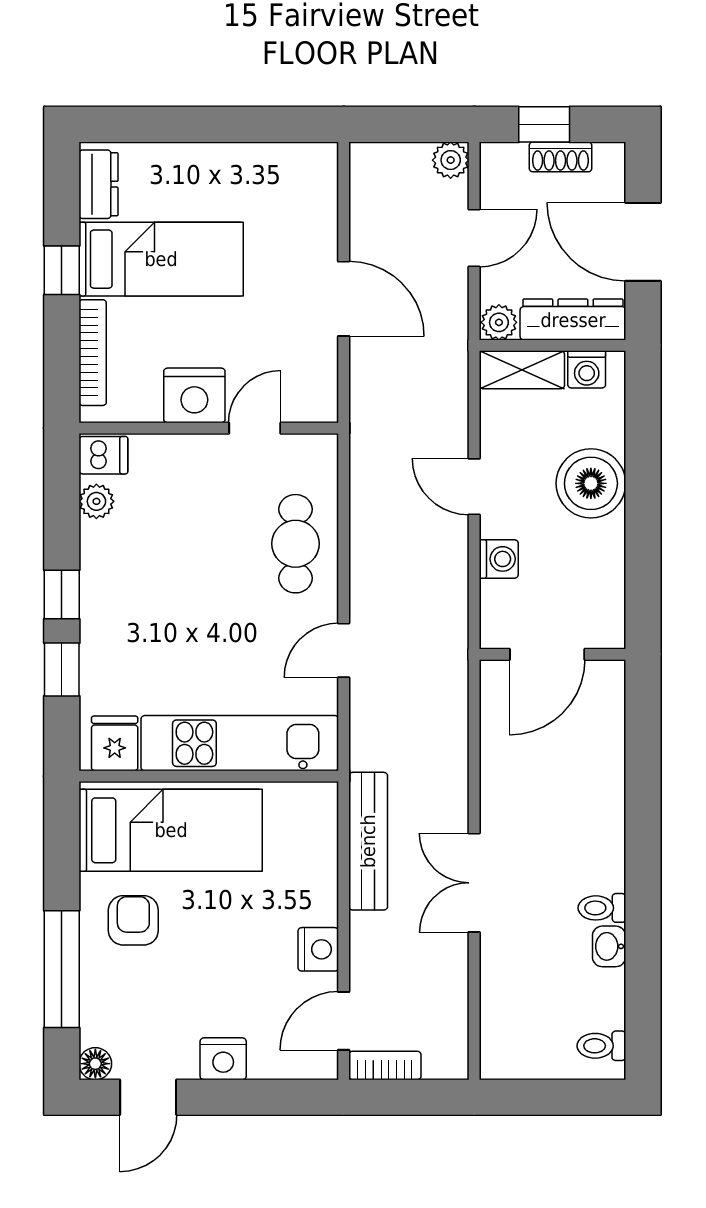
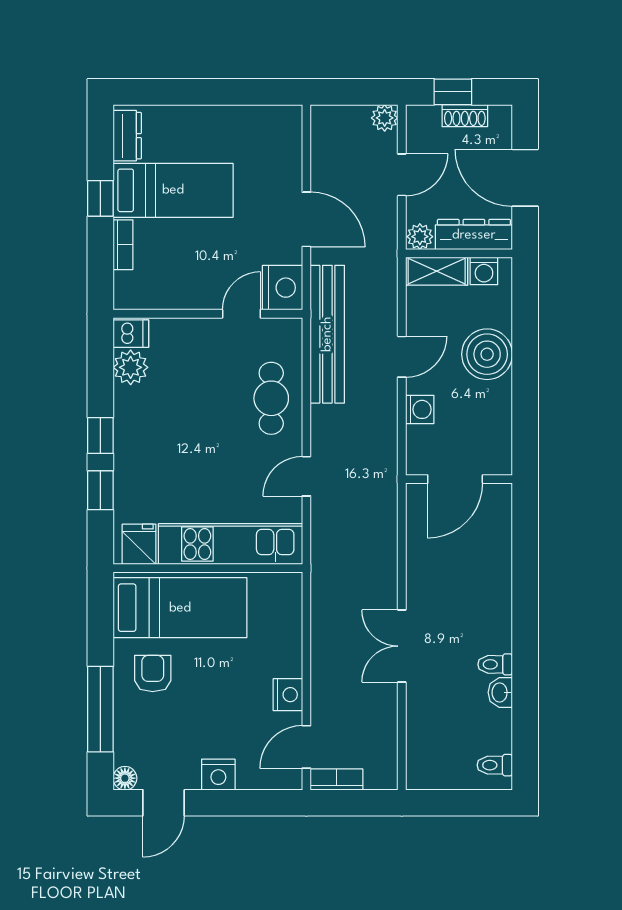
bookcase: (93, 353) -> (123, 245), width x0.64
nightstand: (194, 395) -> (283, 288), moved, turned -90
door: (474, 487) -> (402, 357), swing flipped
plant: (96, 501) -> (131, 367), width x1.38, depth x1.38
bench: (368, 841) -> (327, 334), moved, width x1.37, depth x1.21

